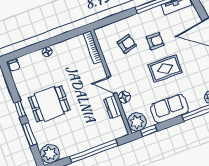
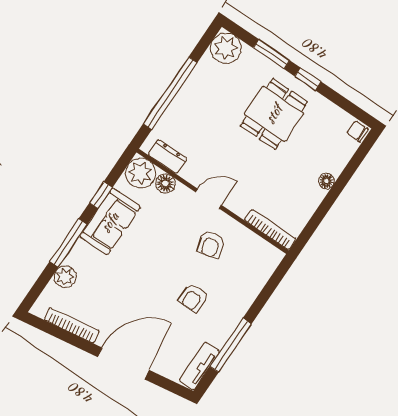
armchair: (127, 44) -> (211, 244), moved
rug: (165, 69) -> (154, 271), removed
floor lamp: (124, 97) -> (165, 183), moved
dresser: (113, 107) -> (167, 156), moved
window: (149, 131) -> (101, 195), moved

